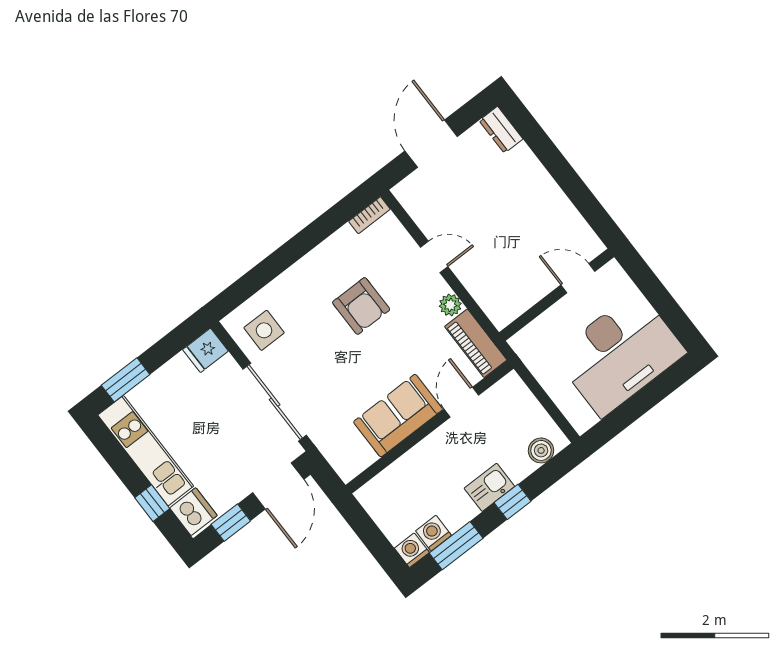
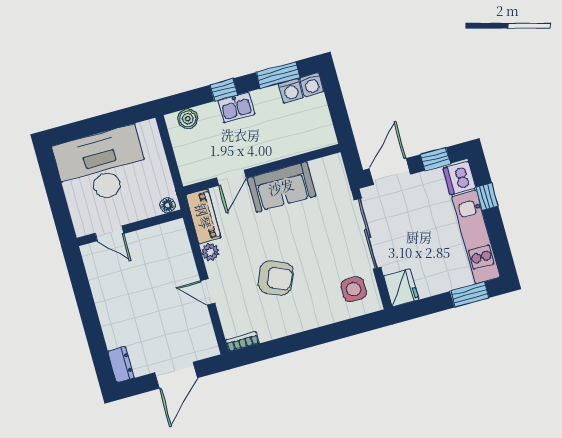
armchair: (361, 306) -> (276, 278), turned 114
floor lamp: (523, 339) -> (168, 205), added
fridge: (205, 350) -> (401, 288), width x1.38

